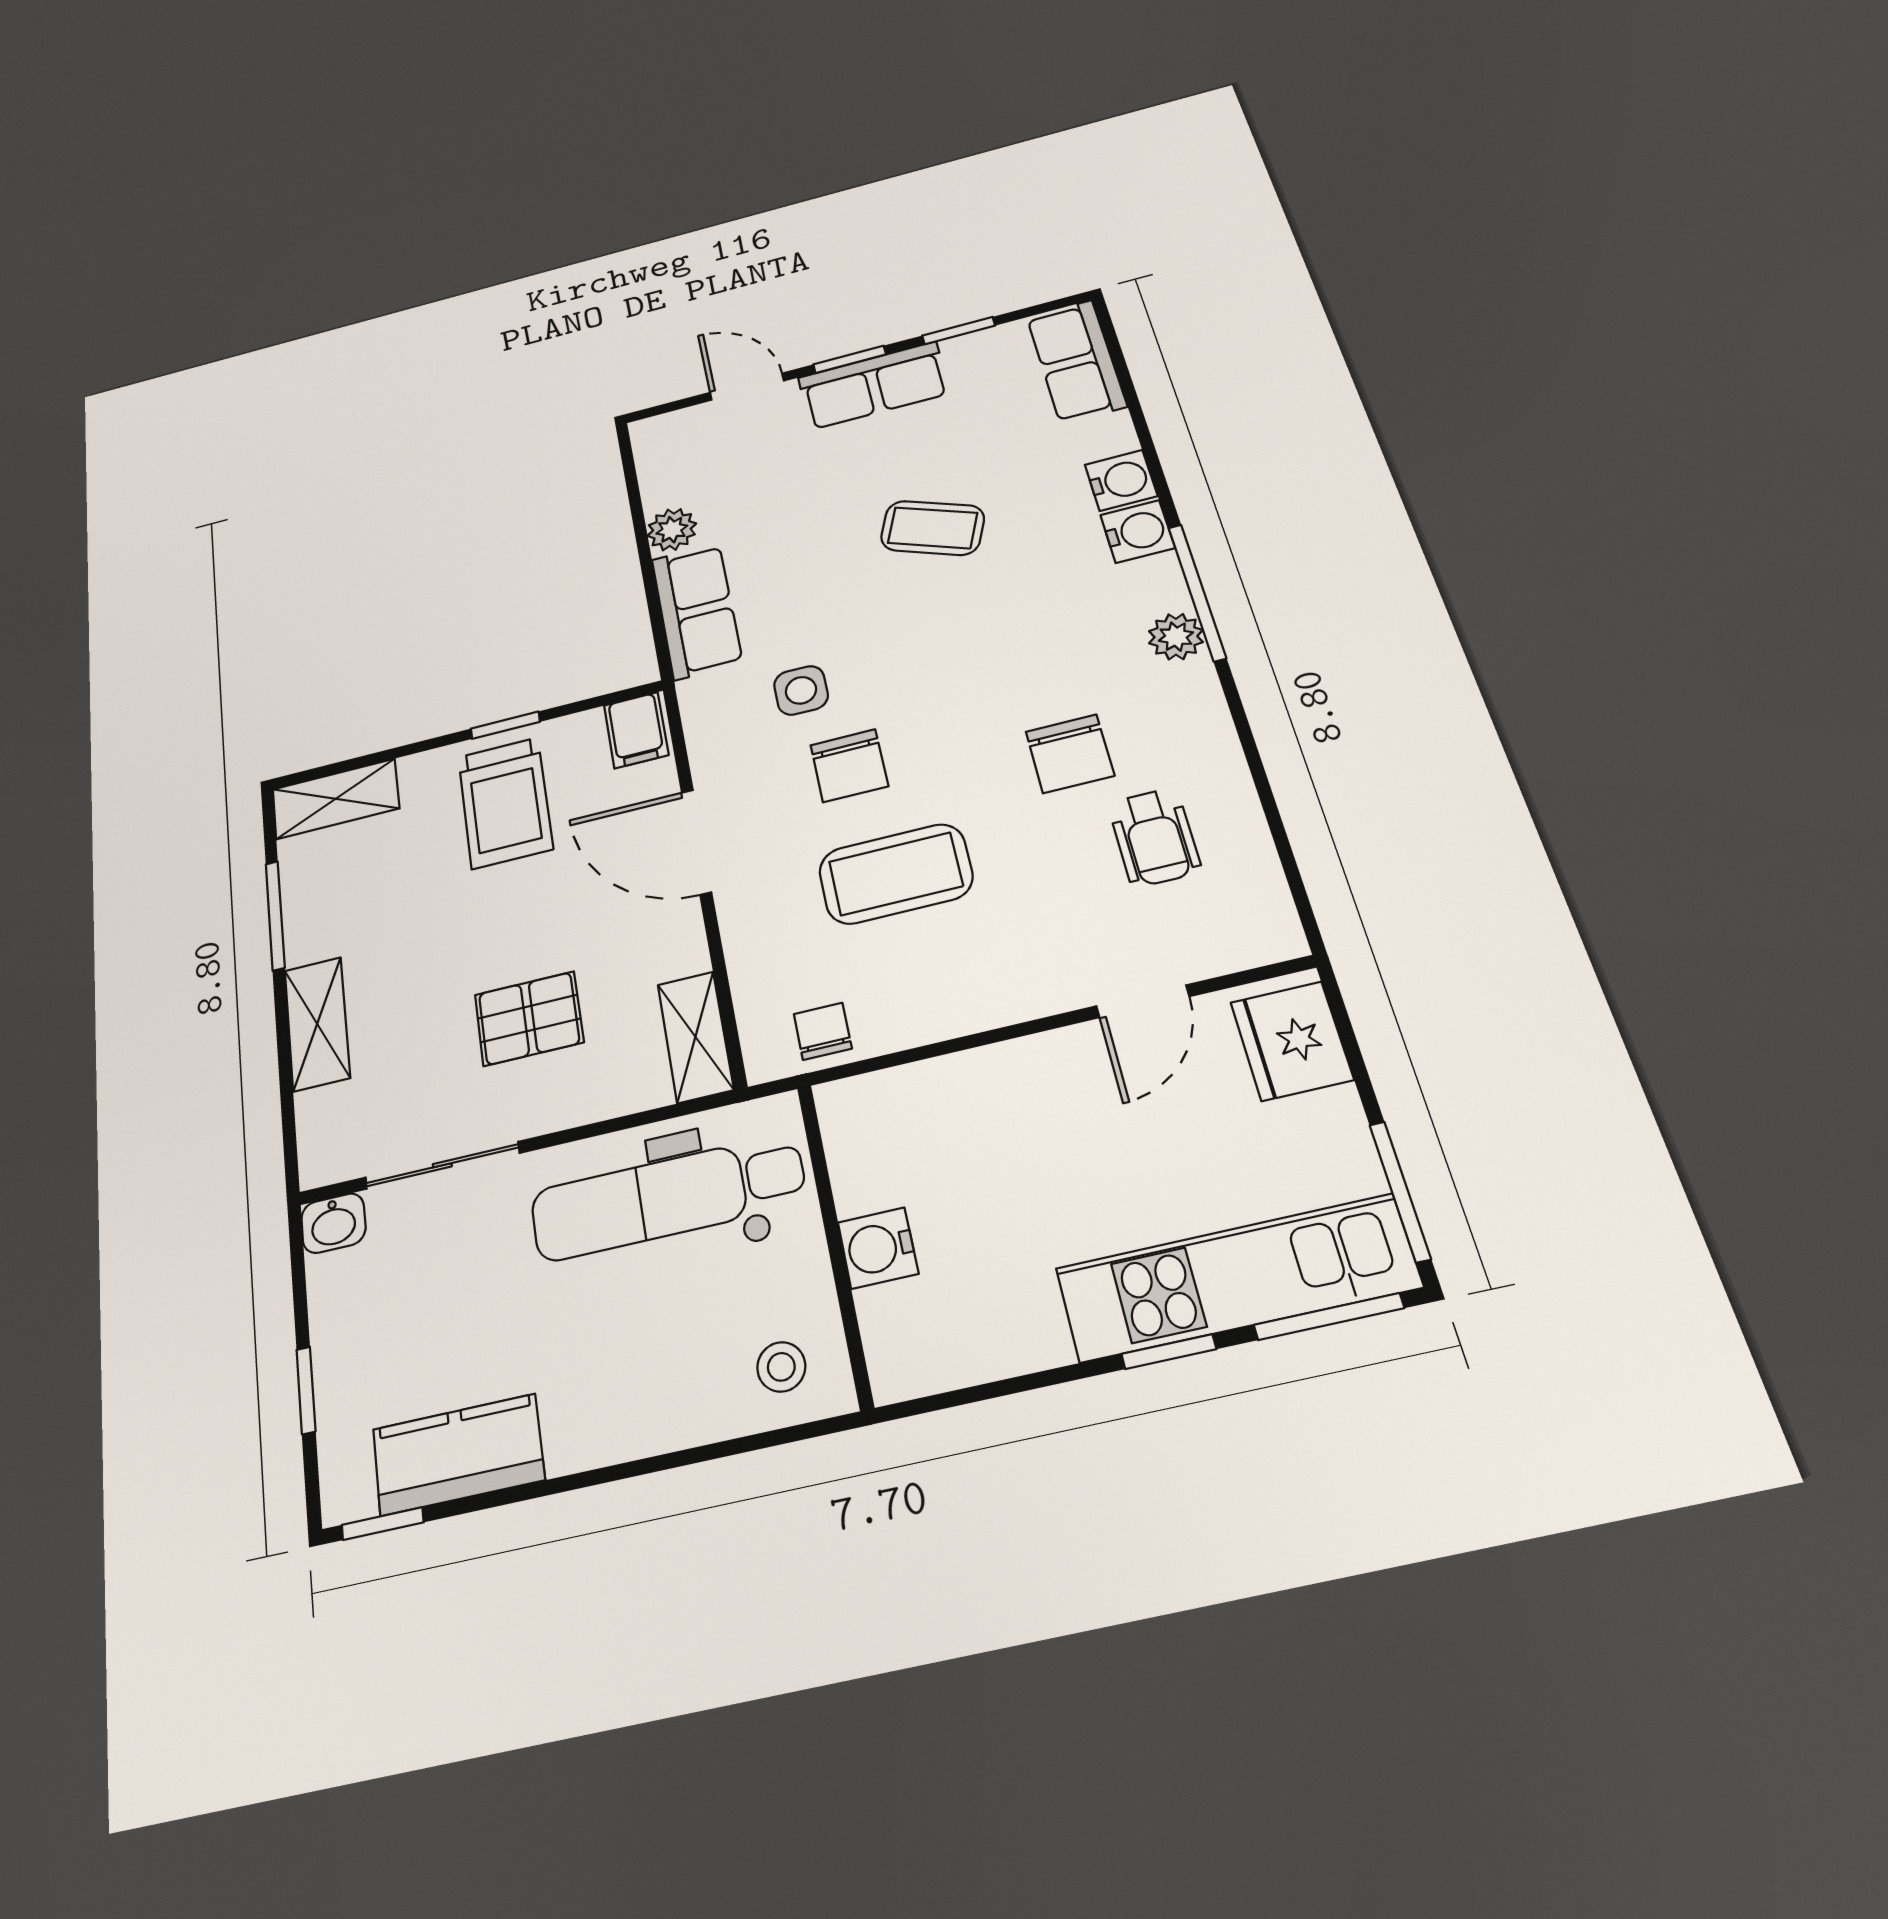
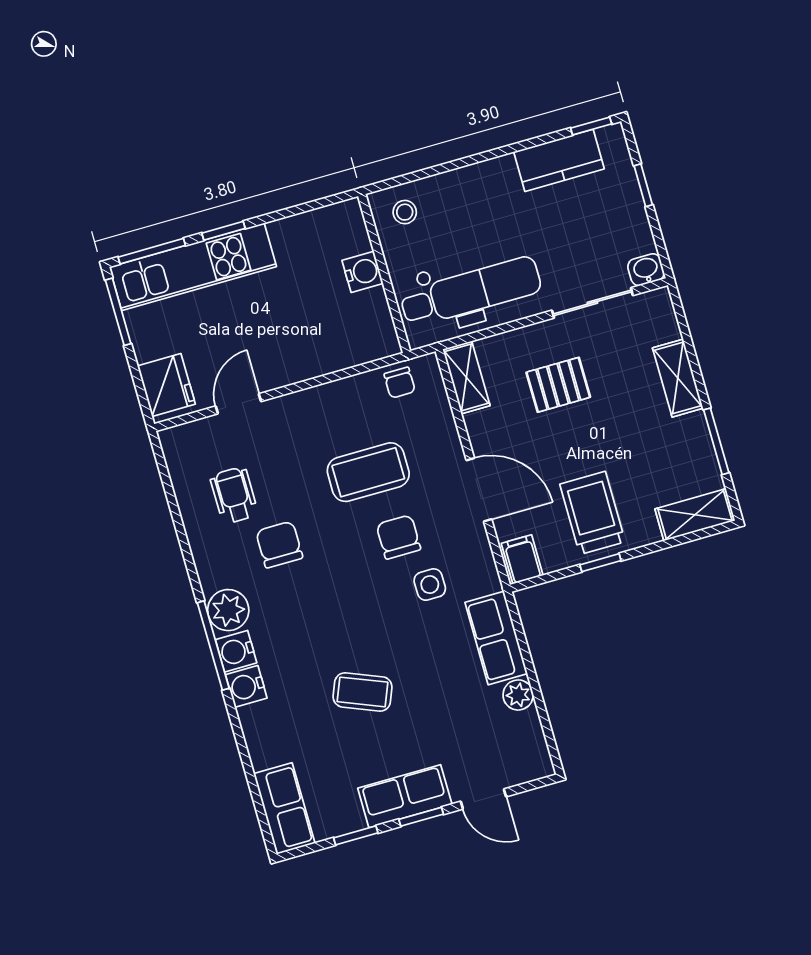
water cooler: (1121, 480) -> (236, 651), moved
plant: (1176, 637) -> (228, 610), width x1.38, depth x1.38

